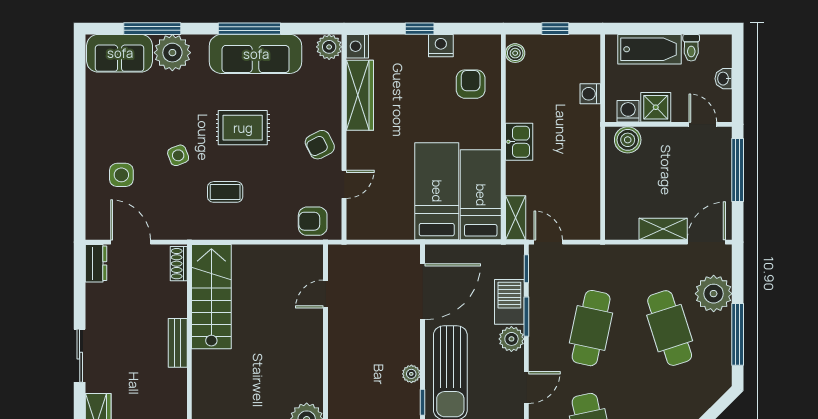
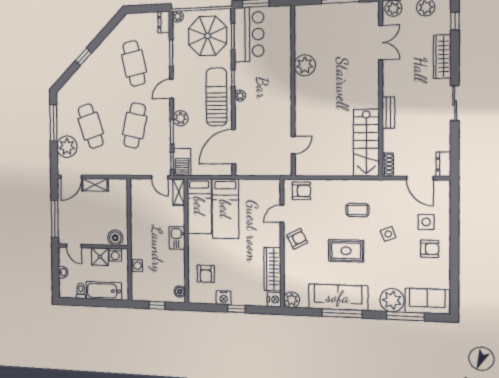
armchair: (116, 134) -> (430, 249), added
barbecue: (509, 302) -> (182, 162), moved

